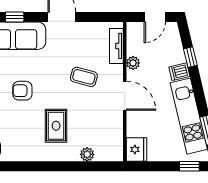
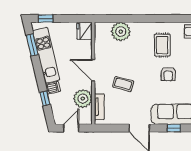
plant: (133, 63) -> (83, 99), width x1.88, depth x1.88
armchair: (22, 91) -> (168, 74), turned 90
rug: (56, 126) -> (162, 45), moved
plant: (87, 154) -> (121, 32), width x1.88, depth x1.88

